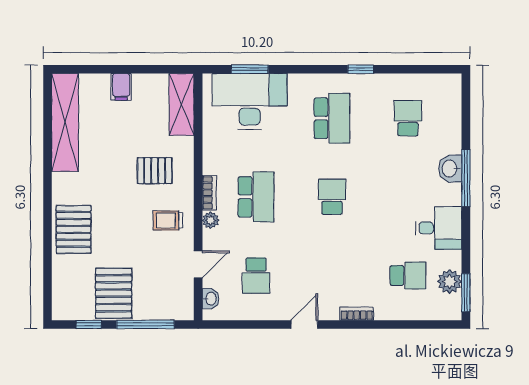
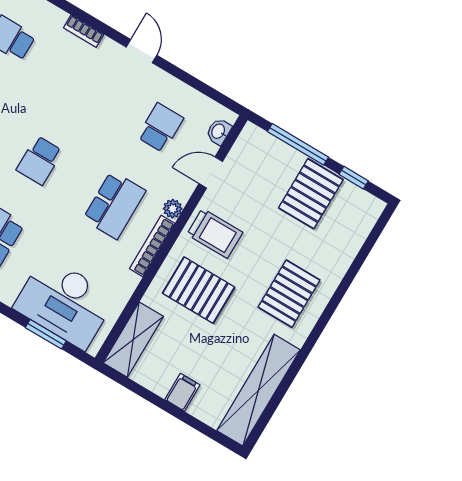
pallet: (155, 171) -> (199, 290), width x1.50, depth x1.42
bookcase: (209, 193) -> (152, 246), width x1.56
school desk: (256, 197) -> (114, 205), turned 180
trolley: (168, 220) -> (215, 233), width x1.36, depth x1.39
pallet: (74, 229) -> (289, 294), moved
door: (304, 324) -> (142, 51), swing flipped

